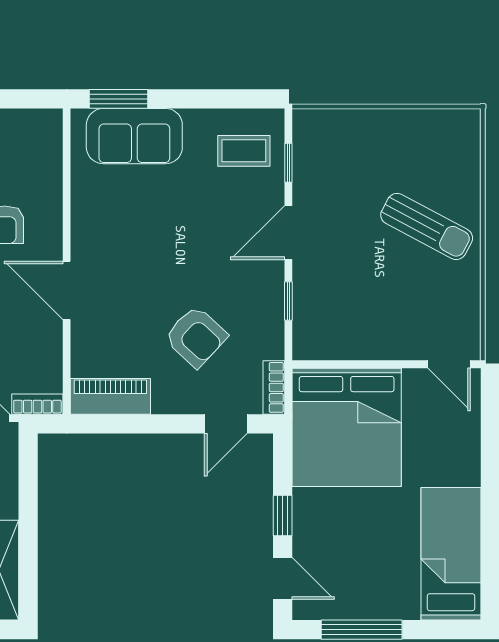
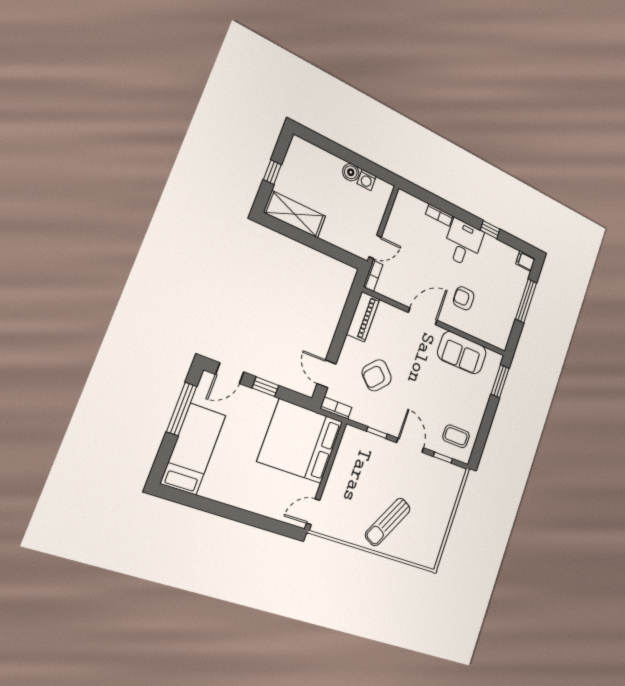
sofa: (134, 136) -> (462, 353), moved, turned -90
coffee table: (244, 151) -> (456, 436), turned 90
bed: (451, 554) -> (193, 449), moved, turned -90

